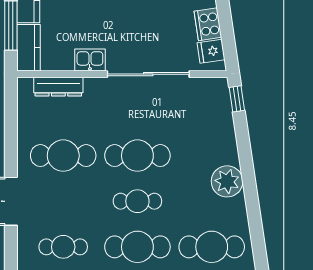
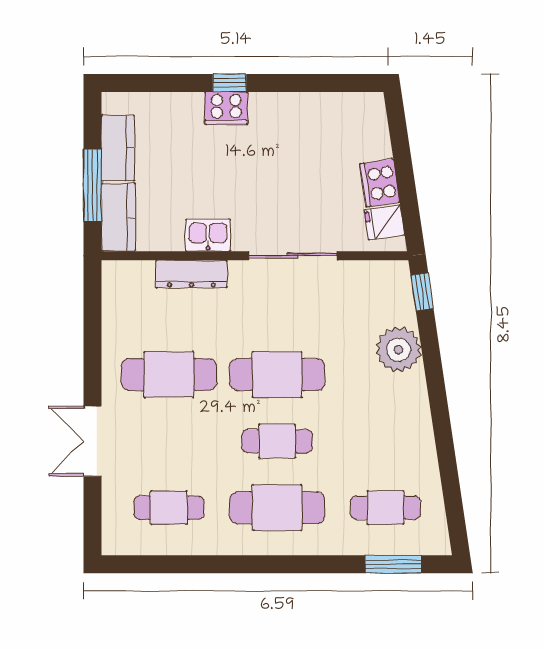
sliding door: (148, 74) -> (293, 256), width x0.73
dresser: (58, 87) -> (191, 274), moved
plant: (227, 181) -> (399, 350), moved
cafe table: (212, 247) -> (385, 508), width x0.73, depth x0.74

